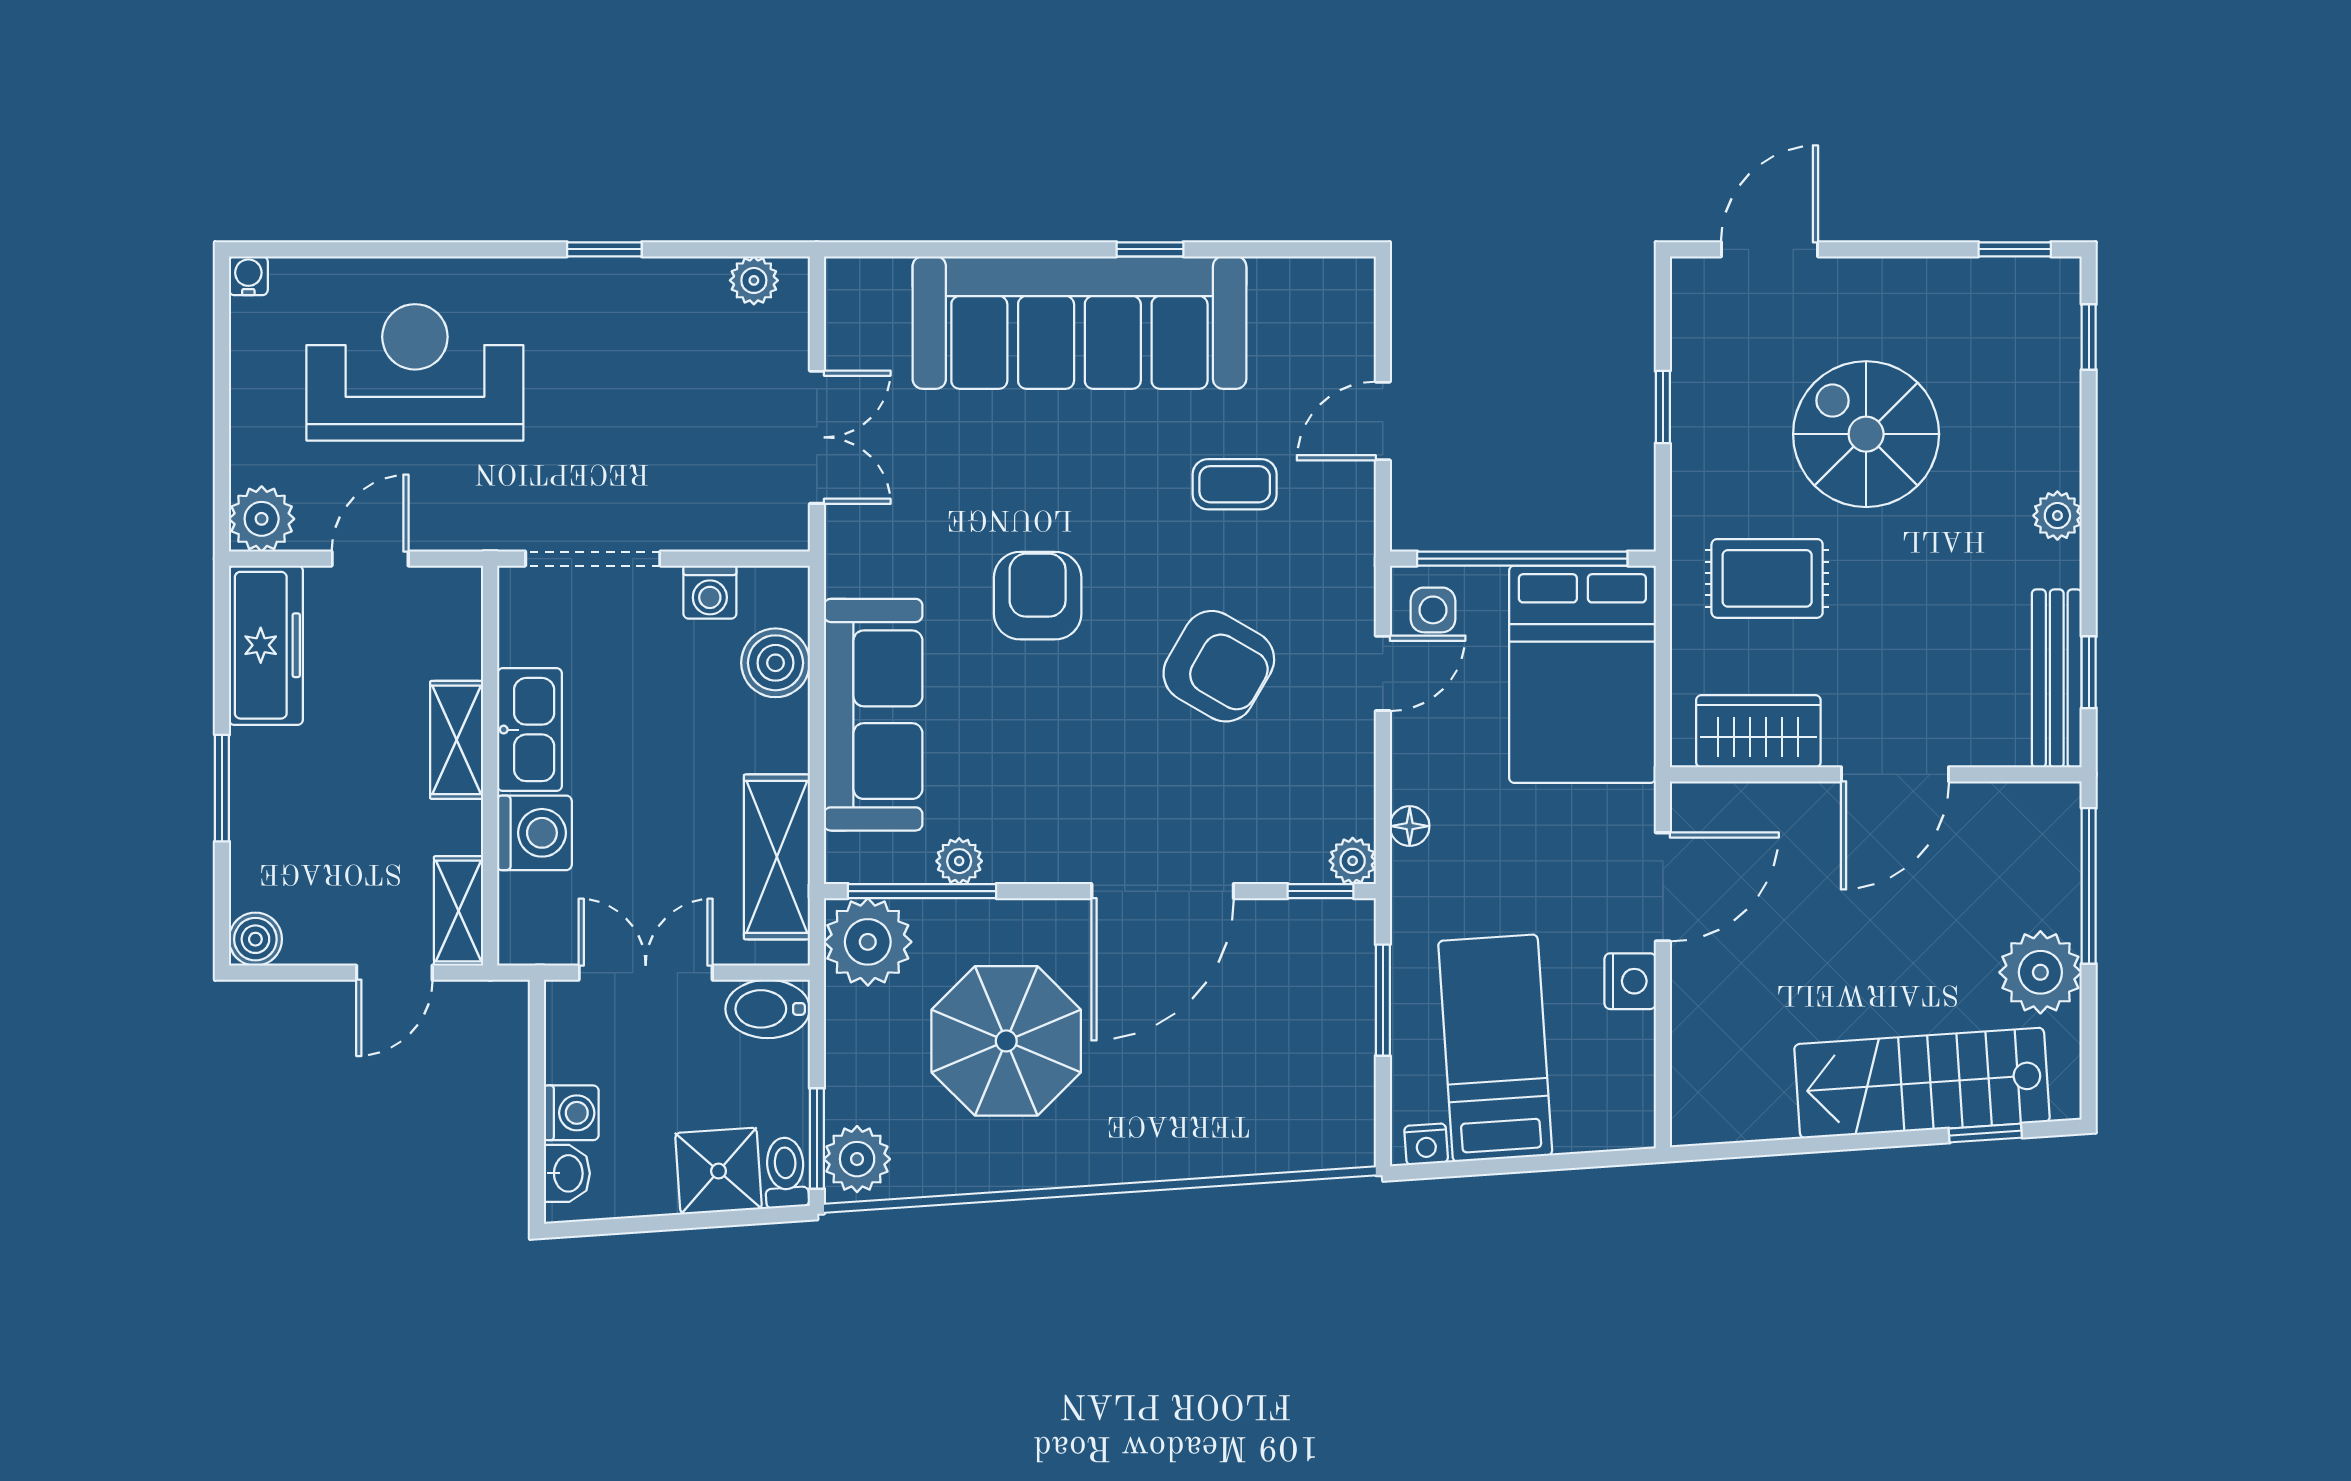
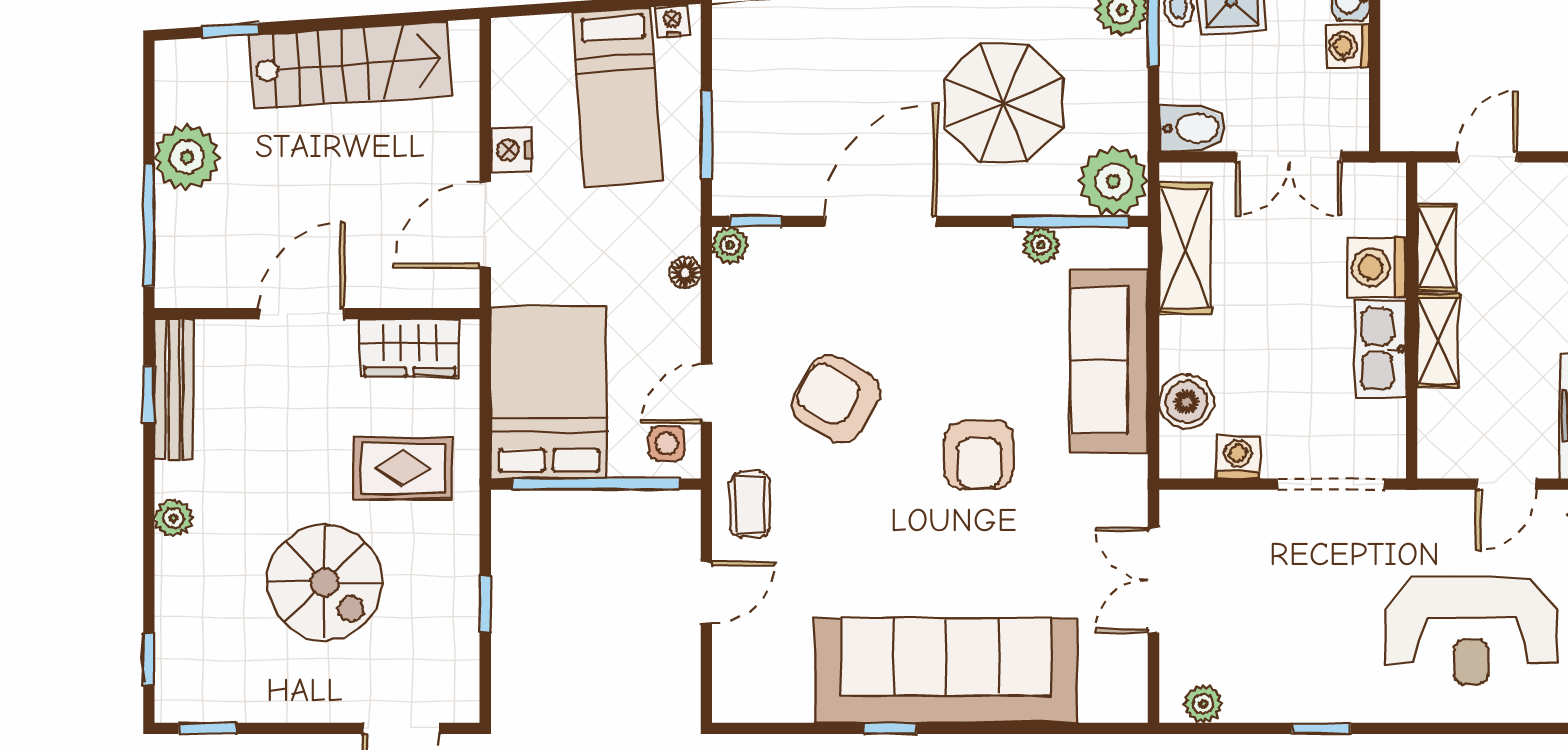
coffee table: (1235, 484) -> (750, 505), moved, turned 90
shelving: (459, 911) -> (1437, 247), moved
stairs: (1922, 1083) -> (350, 65), moved

